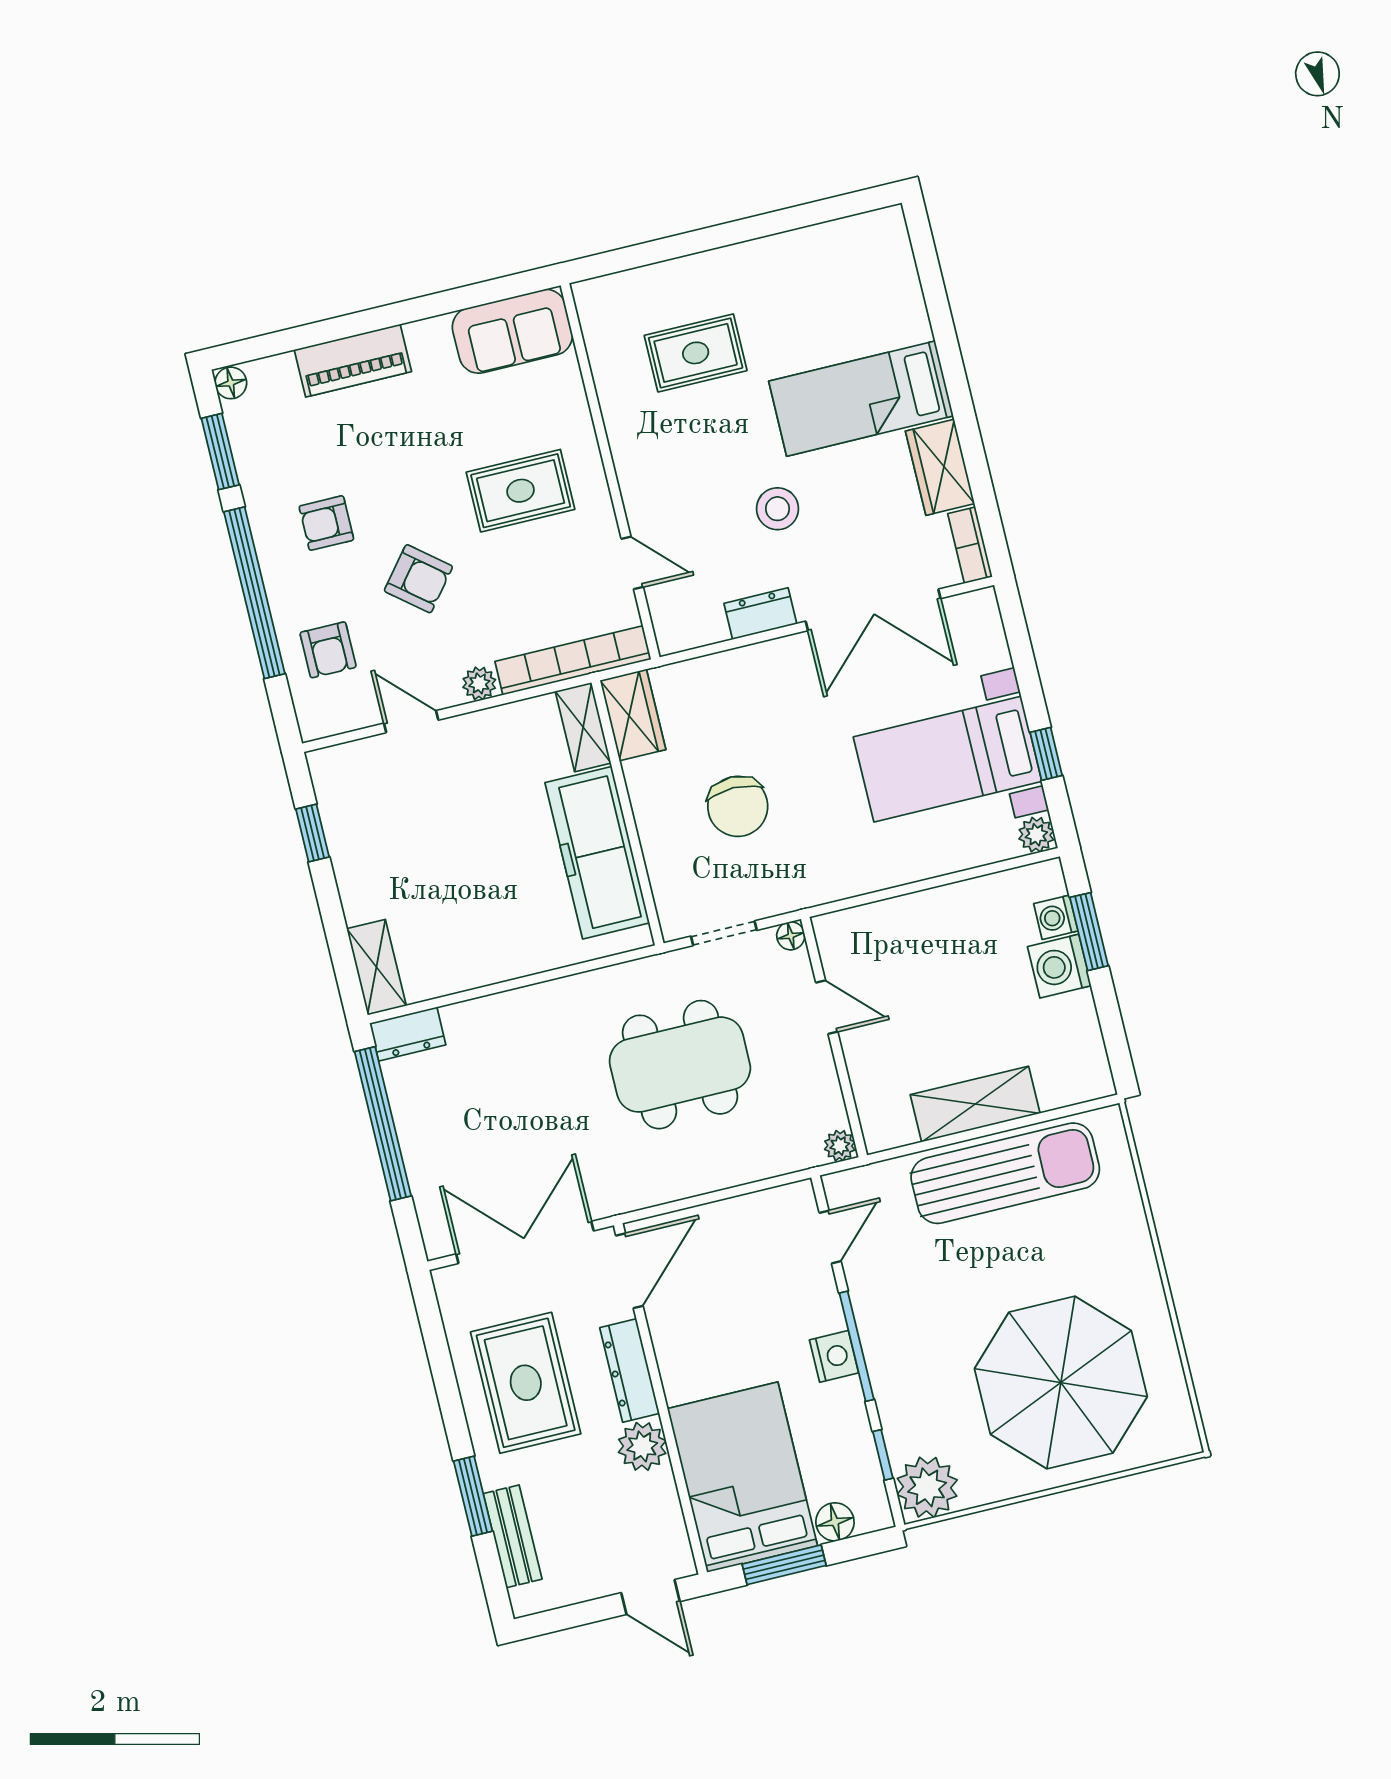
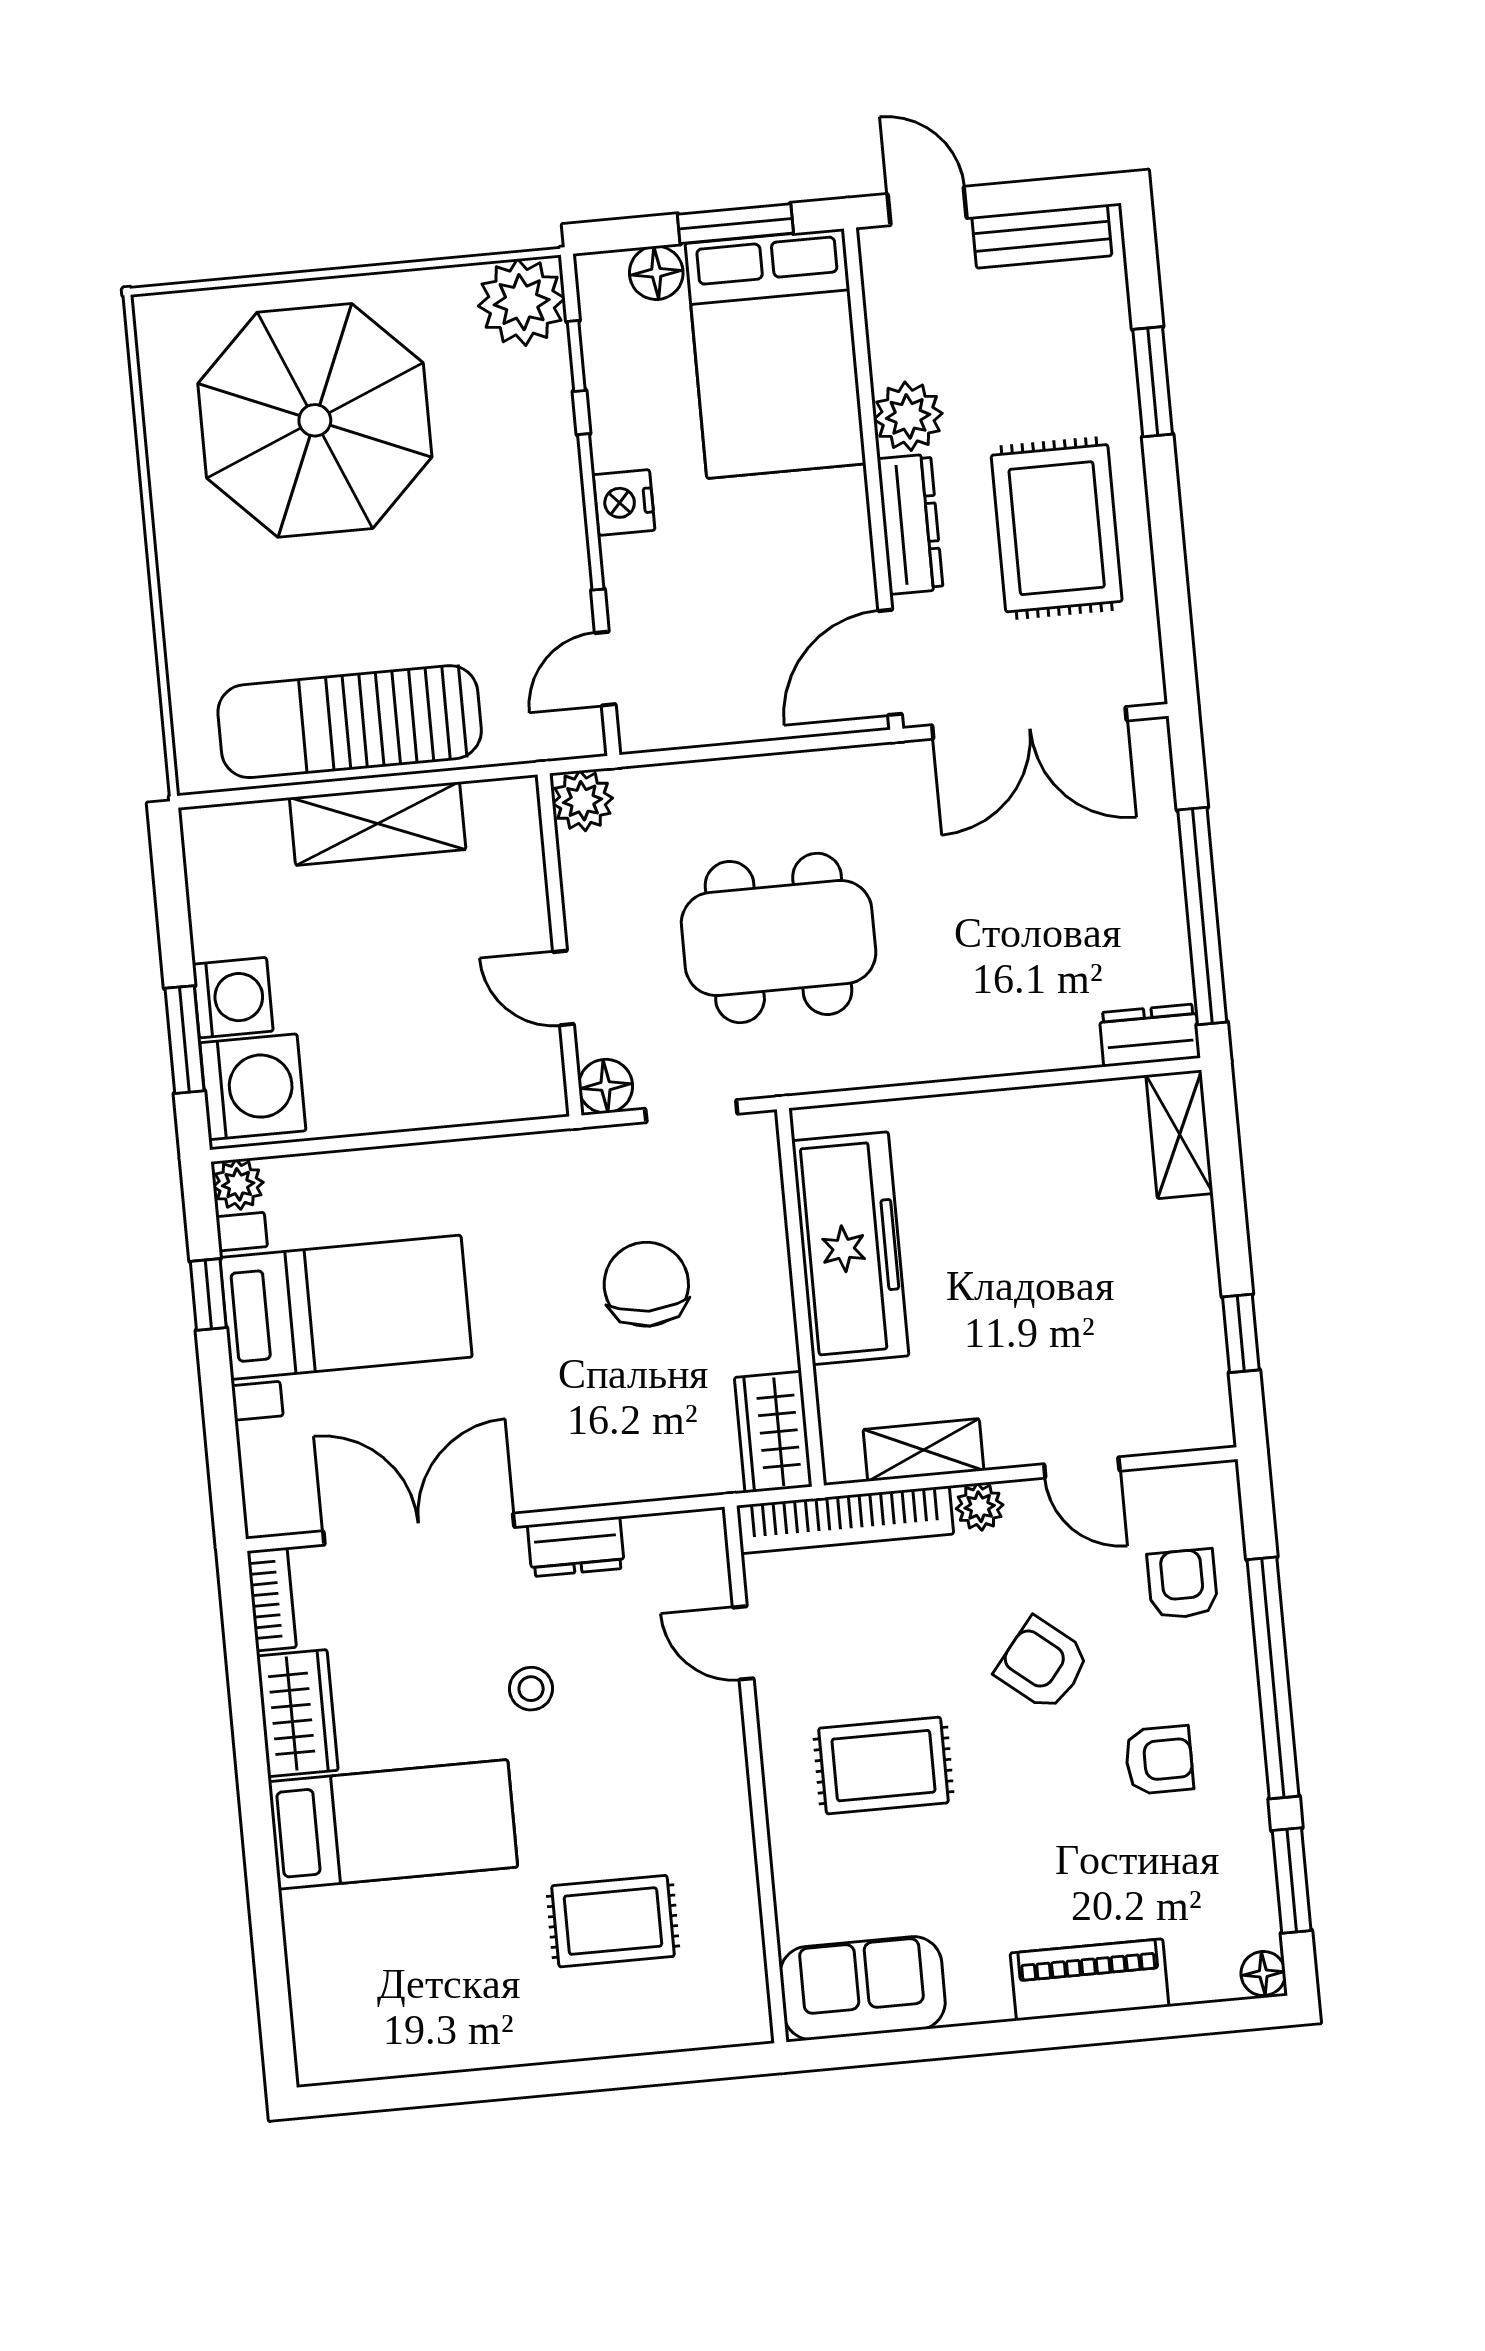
stool: (777, 509) -> (531, 1689), width x0.73, depth x0.73
shelving: (583, 727) -> (924, 1450), moved, turned 90
washing machine: (1056, 917) -> (253, 1087), width x1.89, depth x1.89
floor lamp: (791, 936) -> (606, 1086), width x1.37, depth x1.37
plant: (840, 1146) -> (583, 801), width x1.38, depth x1.38
bench: (513, 1536) -> (1042, 236), moved, turned 90

